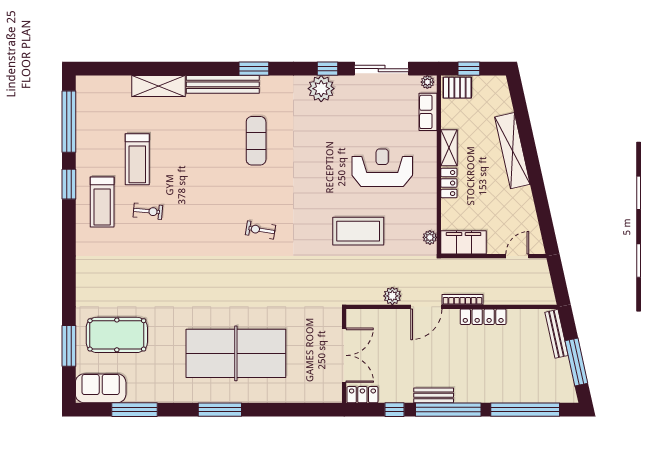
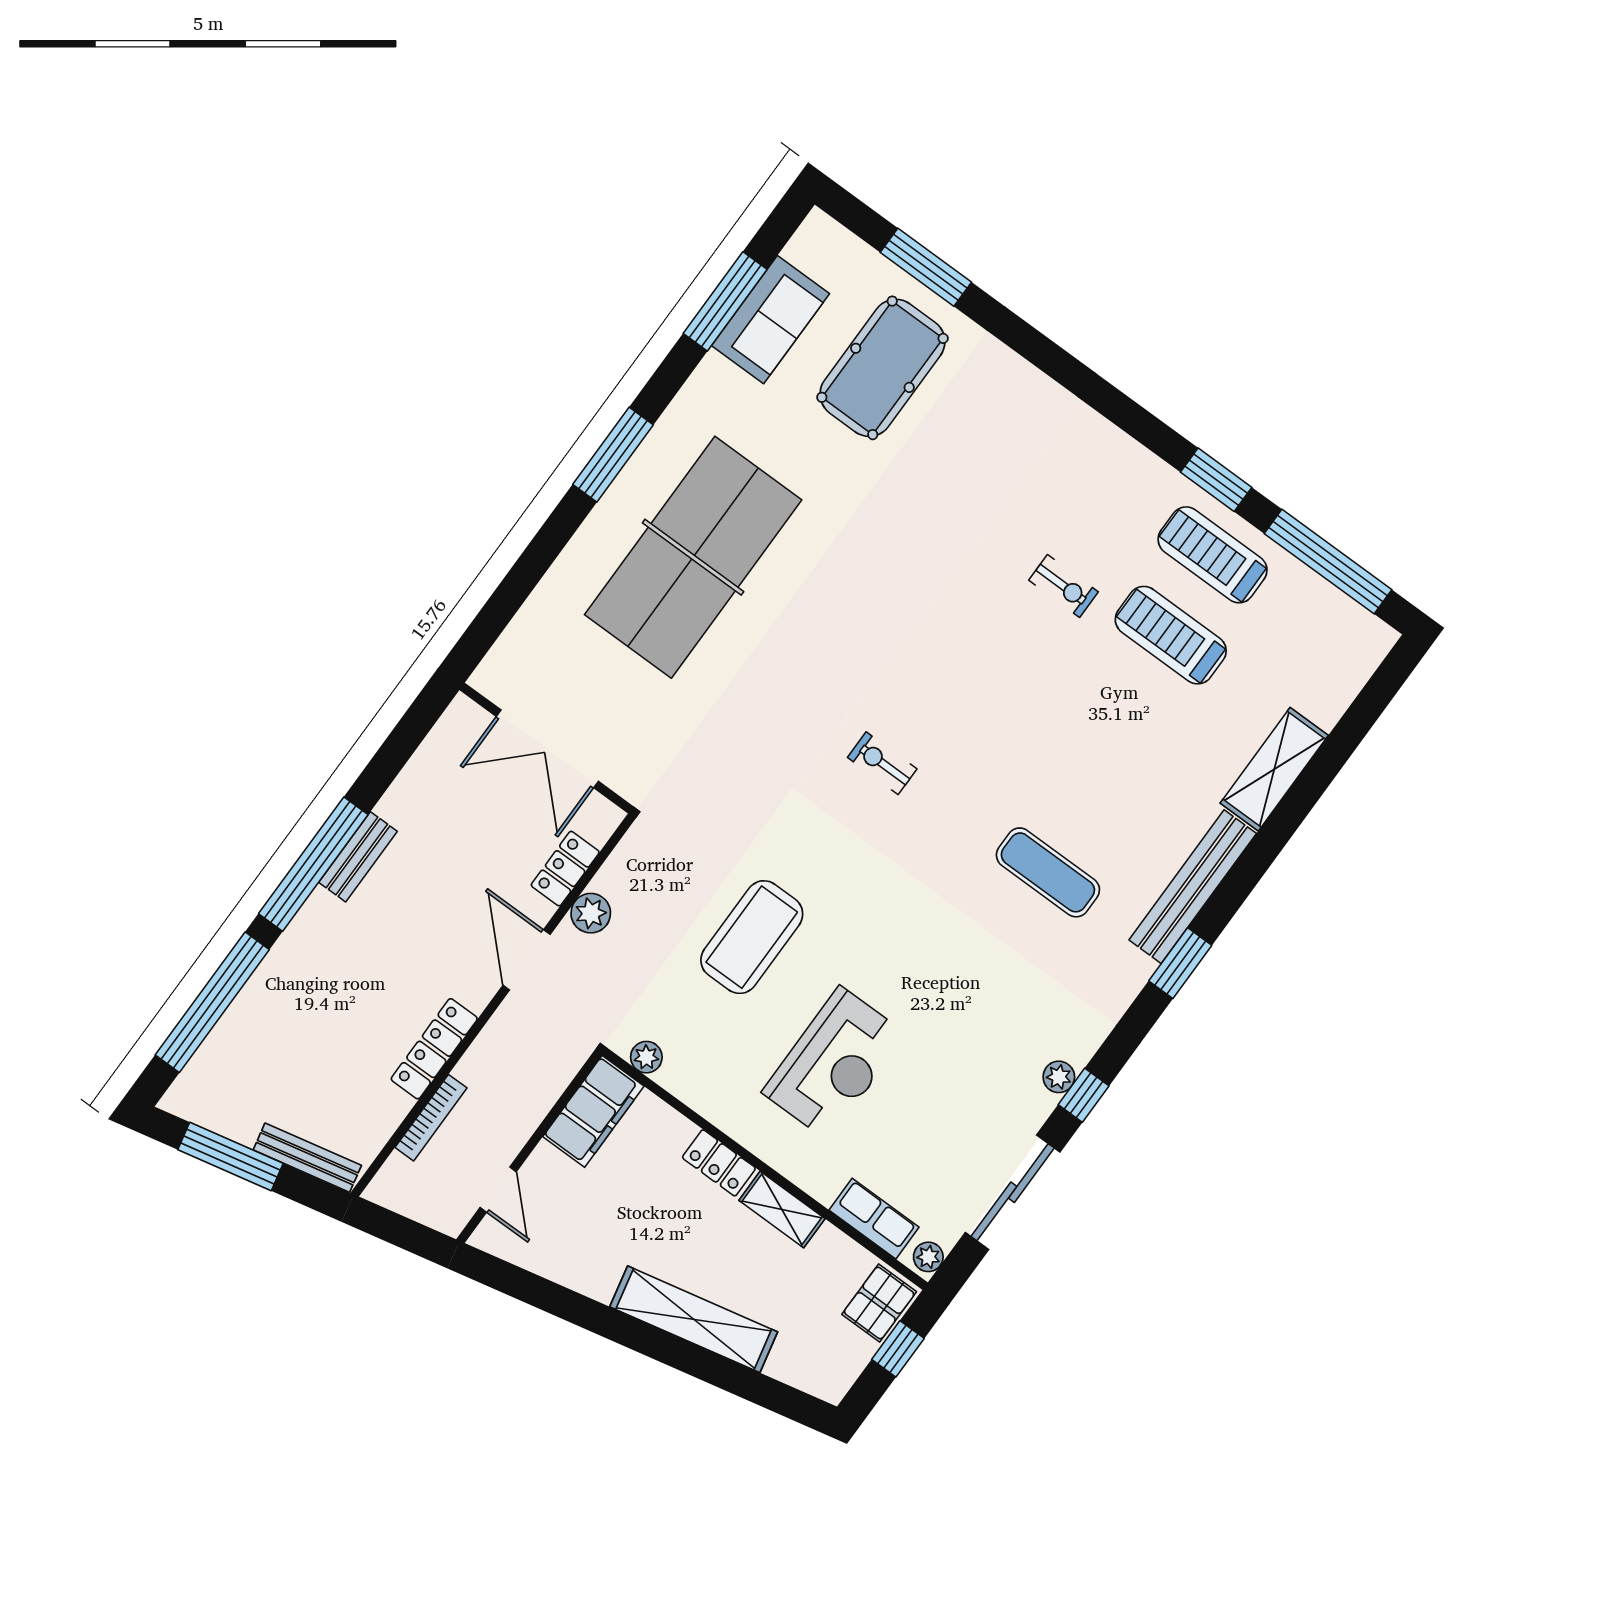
plant: (321, 89) -> (1059, 1077), width x0.53, depth x0.53
treadmill: (102, 202) -> (1213, 555), moved
exercise bike: (148, 211) -> (1064, 586), turned -95
exercise bike: (260, 230) -> (882, 763), turned -99
bookcase: (462, 300) -> (431, 1118), moved
sofa: (101, 388) -> (771, 320), moved
locker: (362, 395) -> (565, 869), moved, turned 180
window: (395, 410) -> (384, 768), removed

